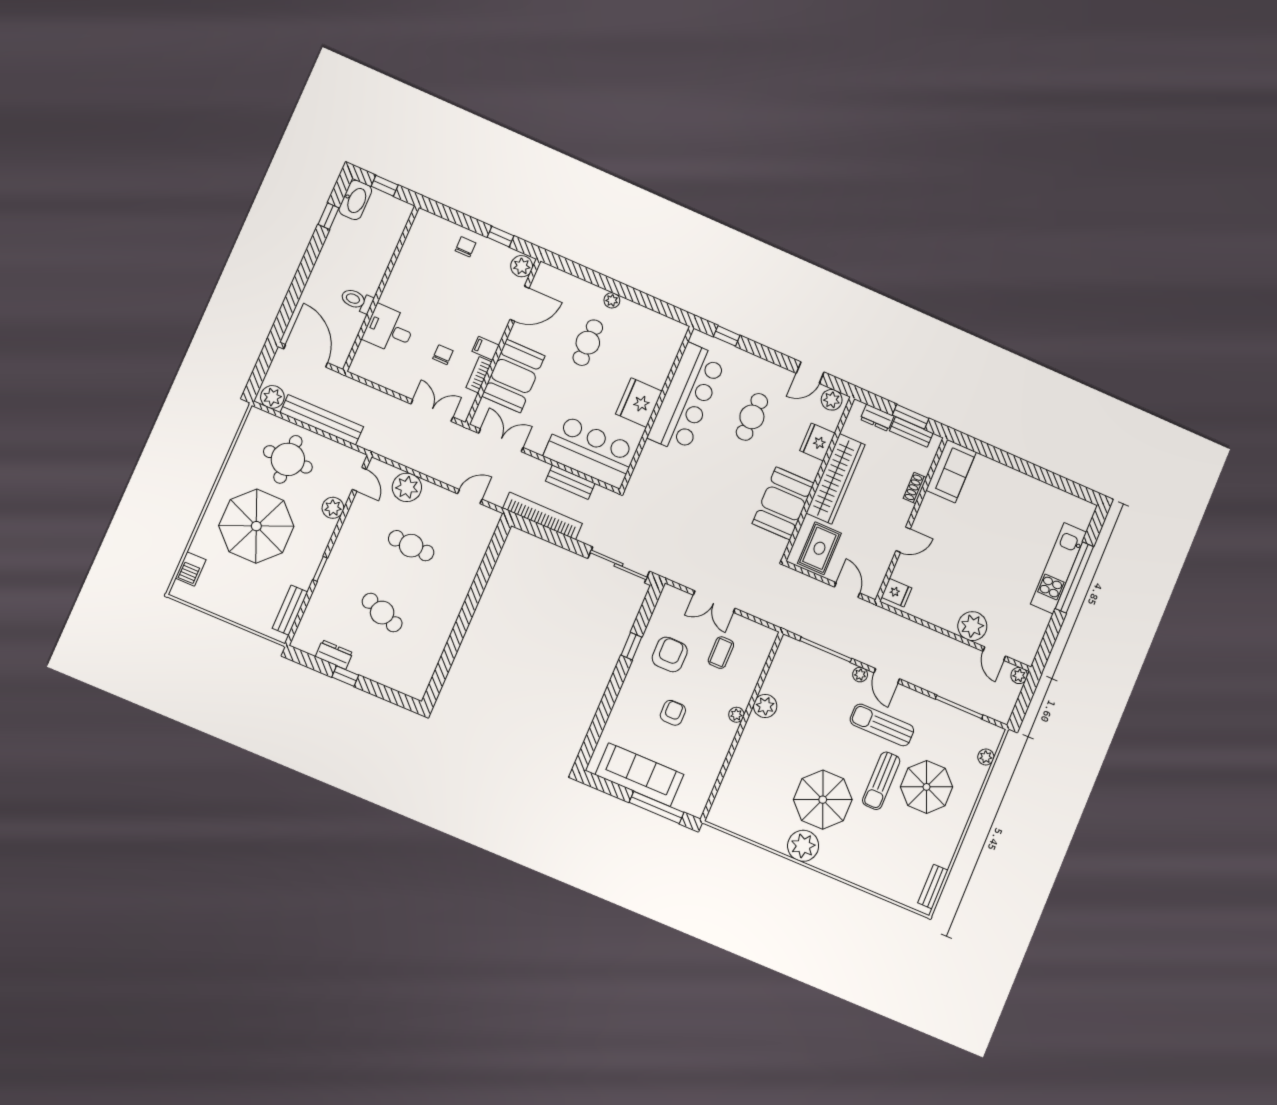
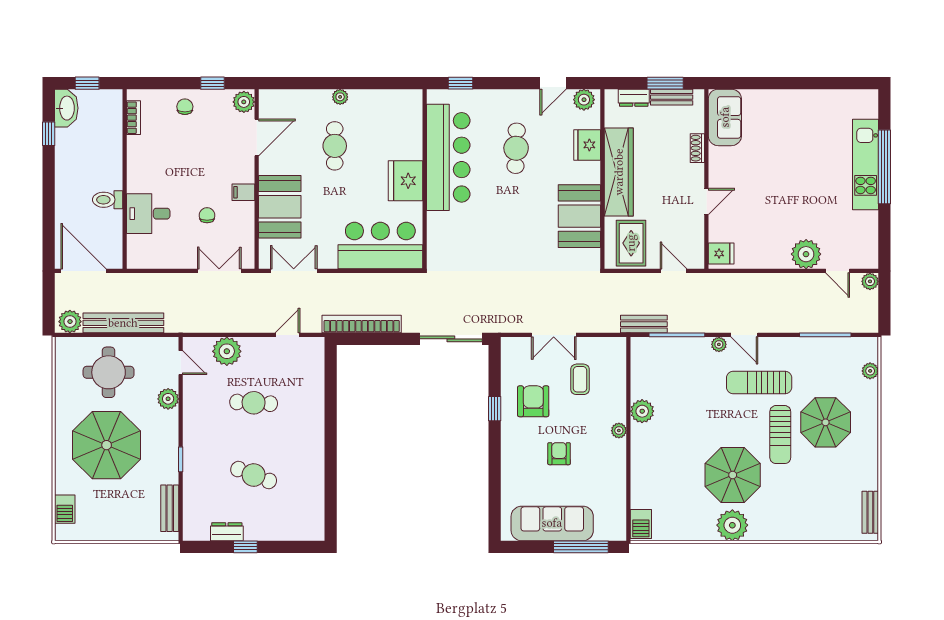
bookcase: (479, 375) -> (133, 118), moved, turned 180
bench: (570, 482) -> (644, 324), moved
barbecue: (720, 810) -> (641, 524), added

